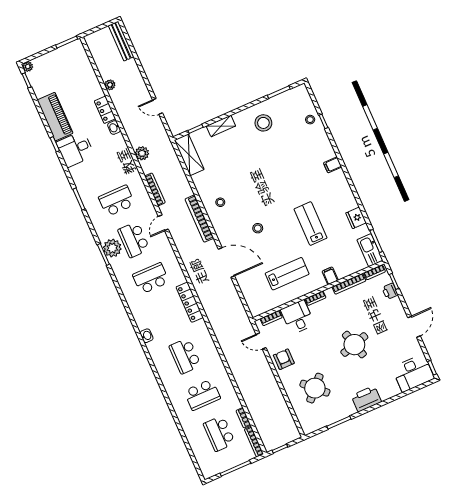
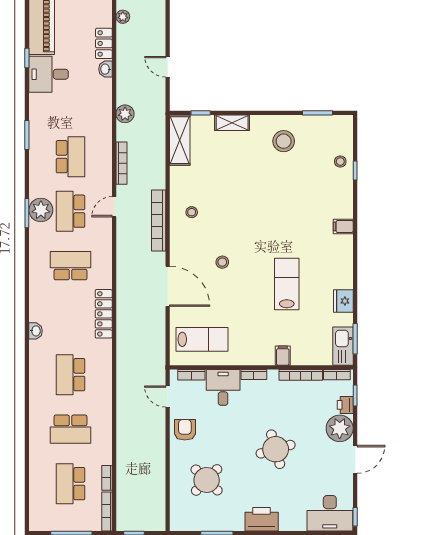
school desk: (117, 201) -> (71, 157), turned 90
lab bench: (287, 274) -> (202, 339), moved
plant: (393, 310) -> (340, 428), added

